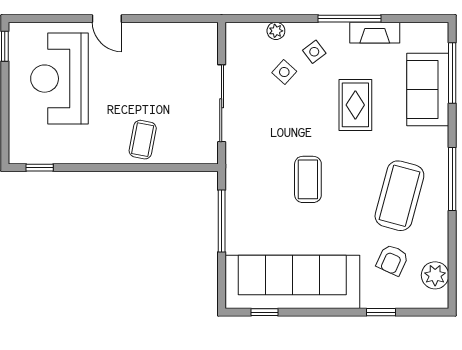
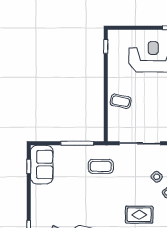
coffee table: (308, 179) -> (101, 166), moved
sofa: (292, 282) -> (42, 165), width x0.54, depth x0.79

